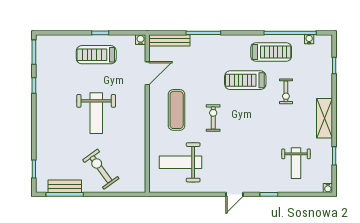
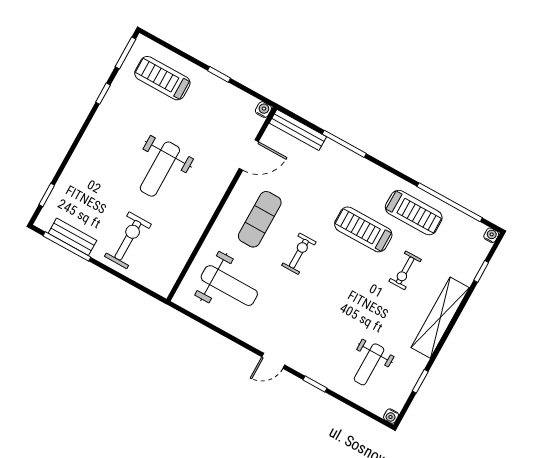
water cooler: (309, 39) -> (491, 235), moved
treadmill: (96, 55) -> (162, 78), moved
shelving: (325, 118) -> (440, 318), width x1.47
weight bench: (181, 162) -> (229, 286), turned 180
exercise bike: (101, 169) -> (128, 240), turned 36

